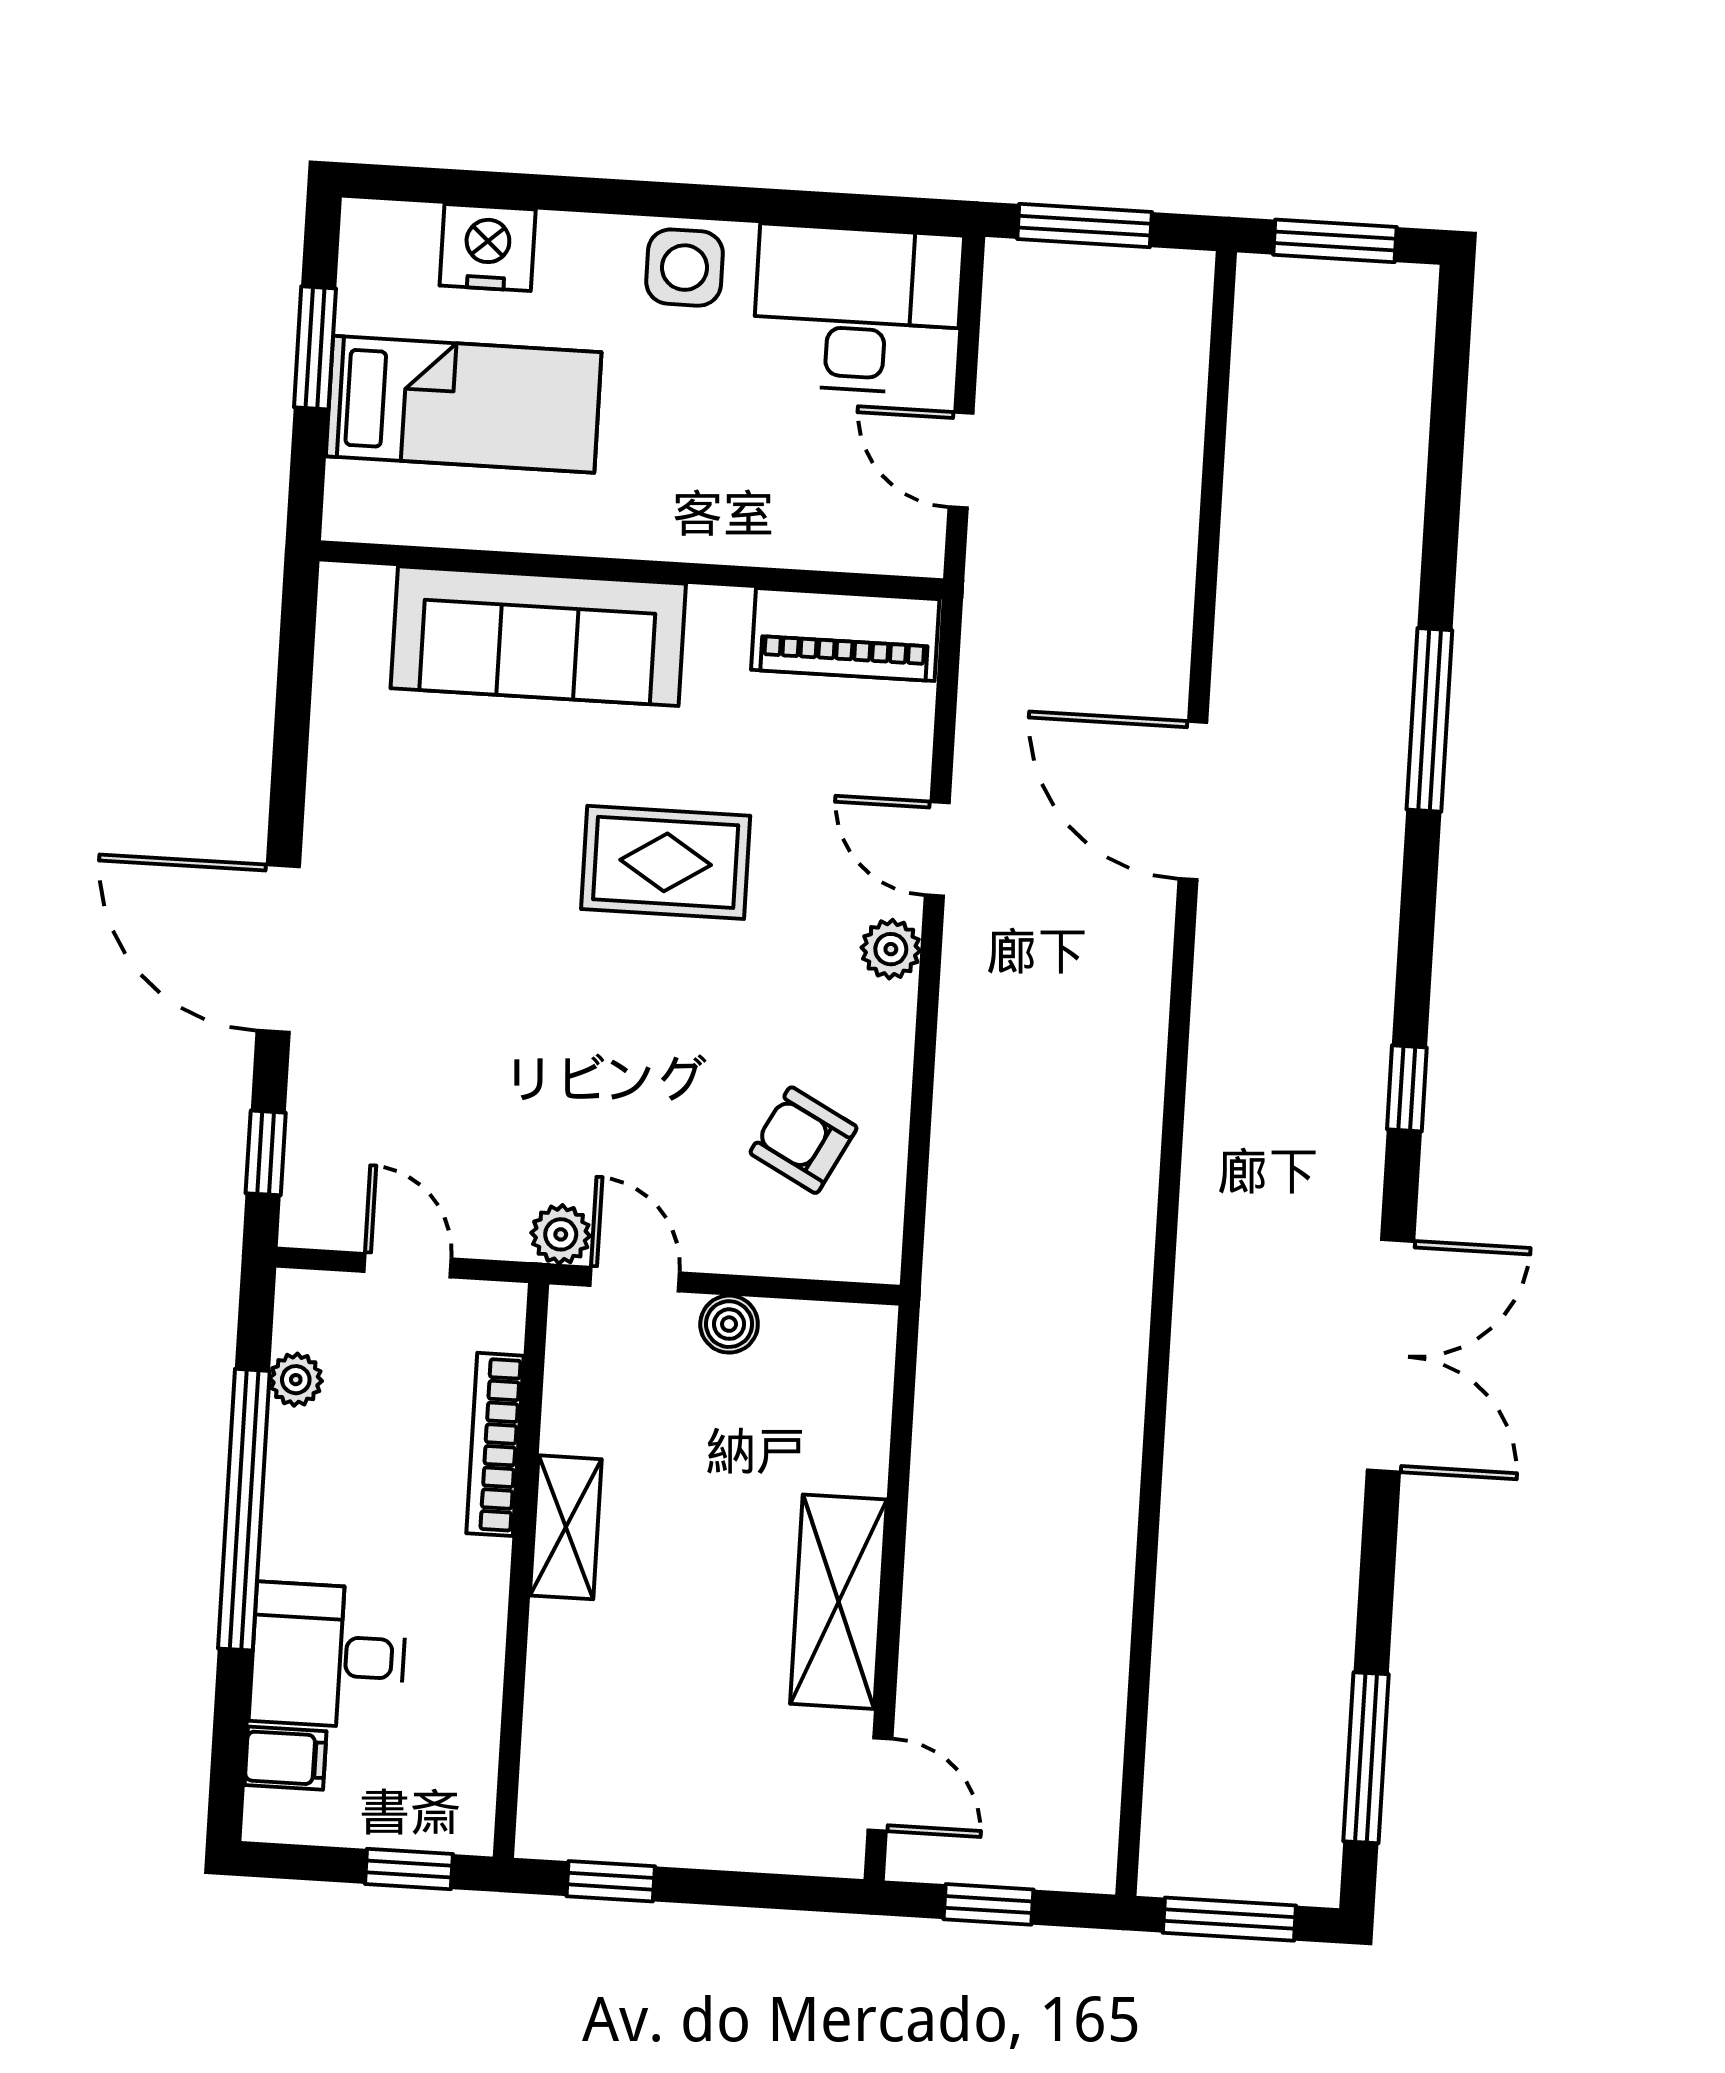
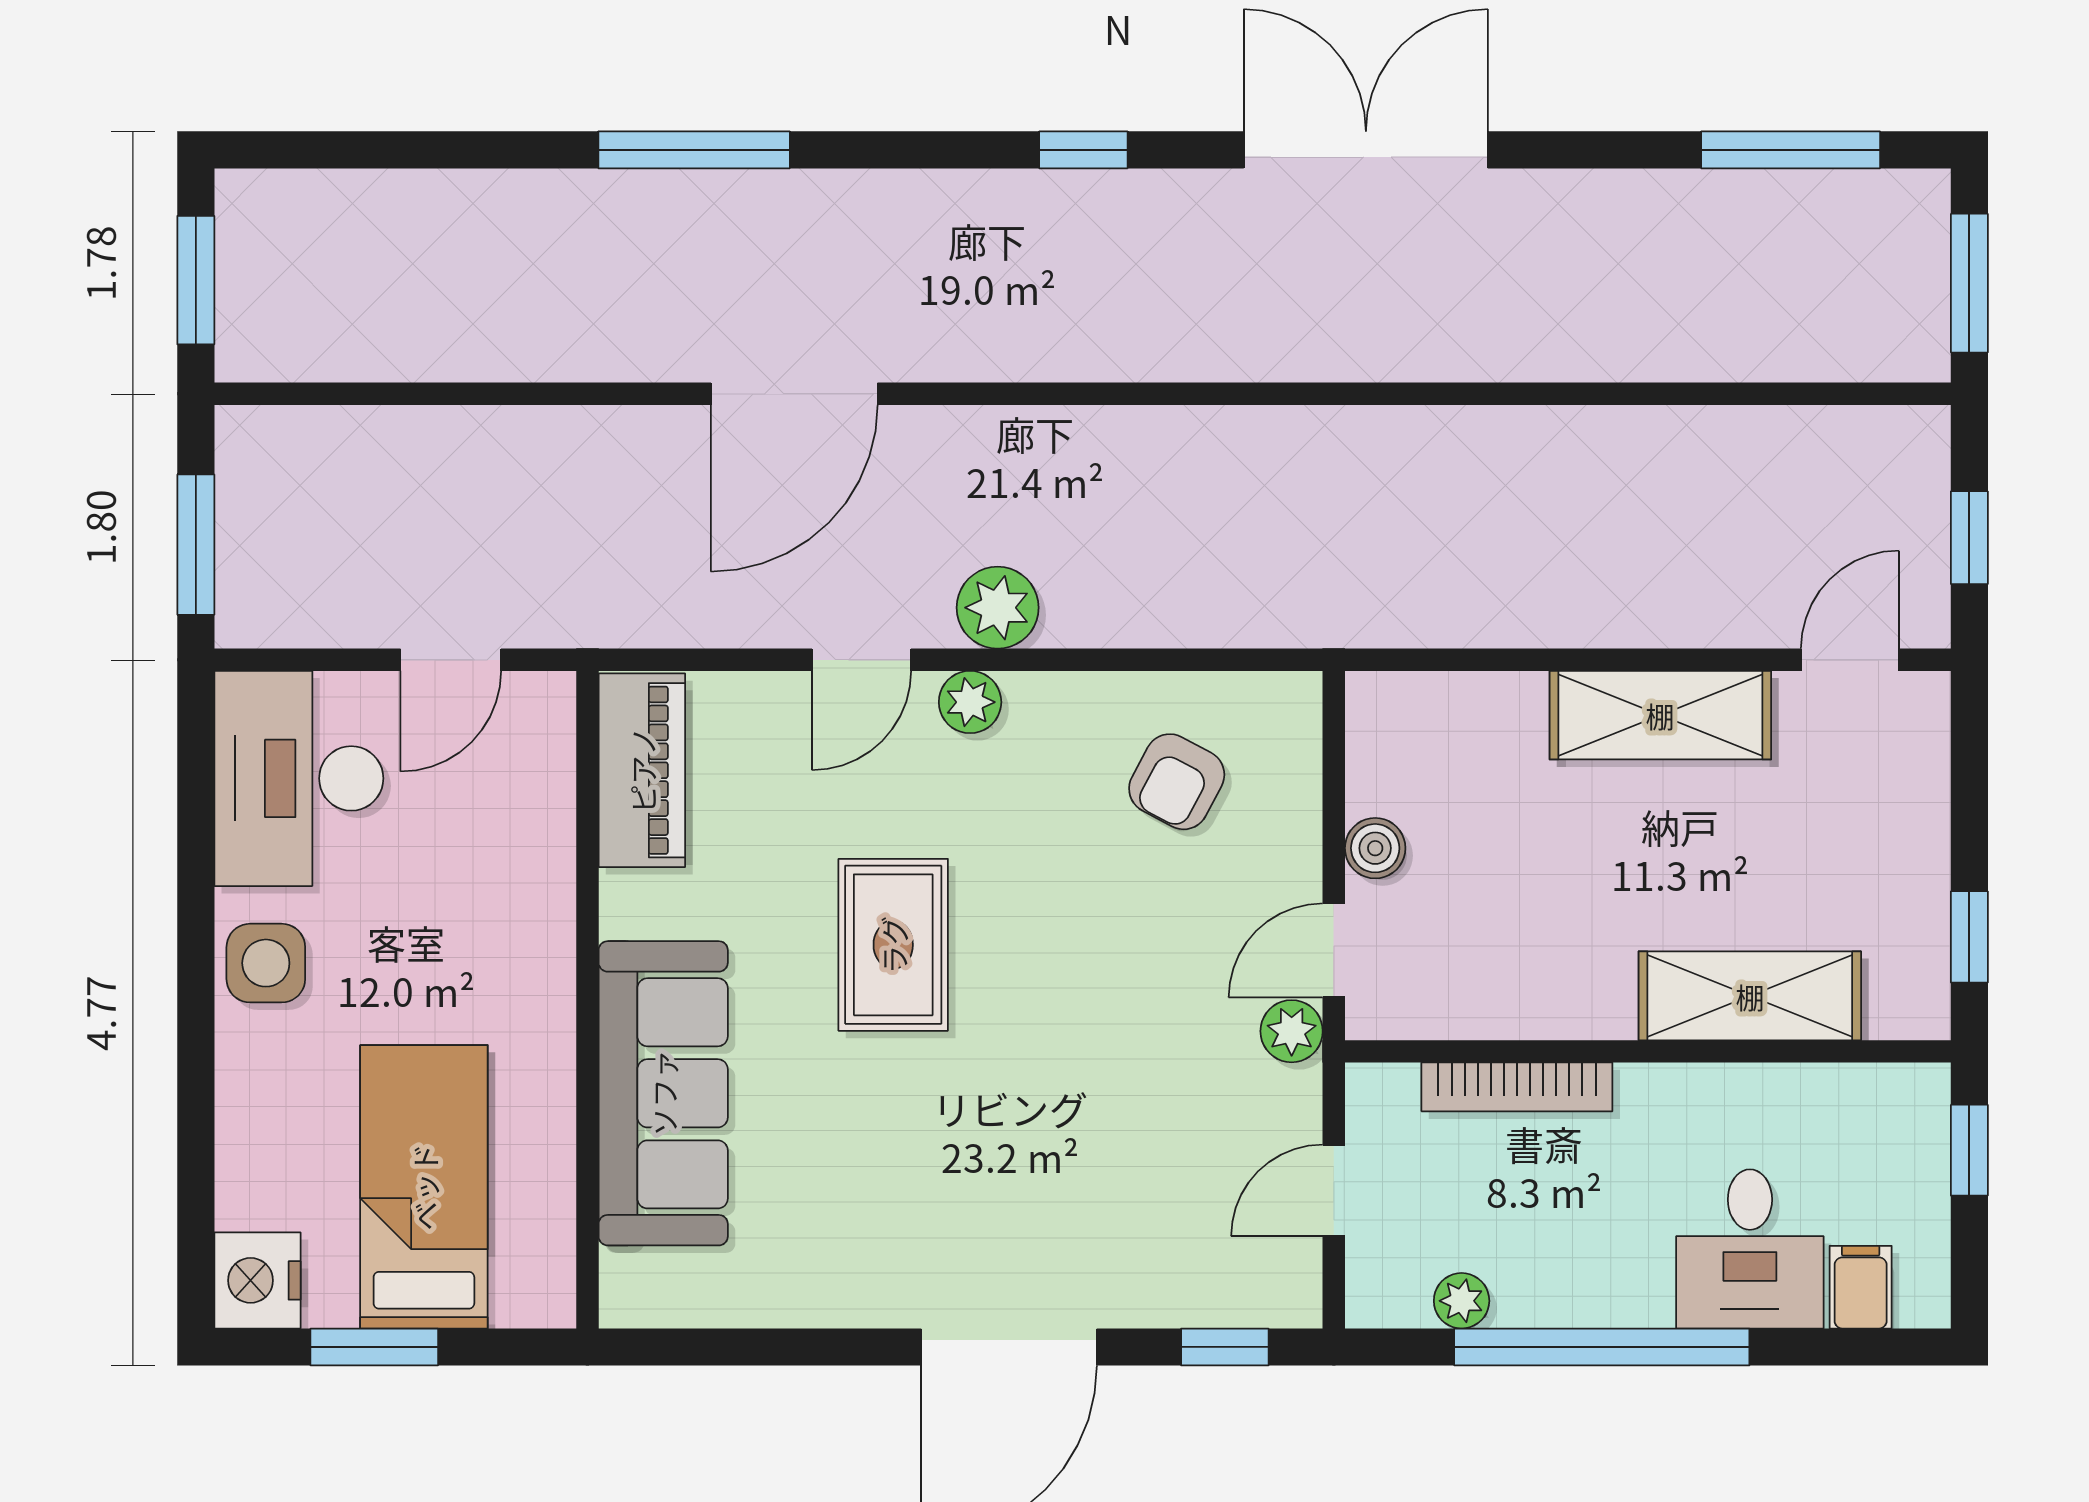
nightstand: (488, 248) -> (257, 1280), moved
plant: (979, 981) -> (998, 608), added
shelving: (566, 1527) -> (1750, 996), moved, width x1.50, depth x1.33

